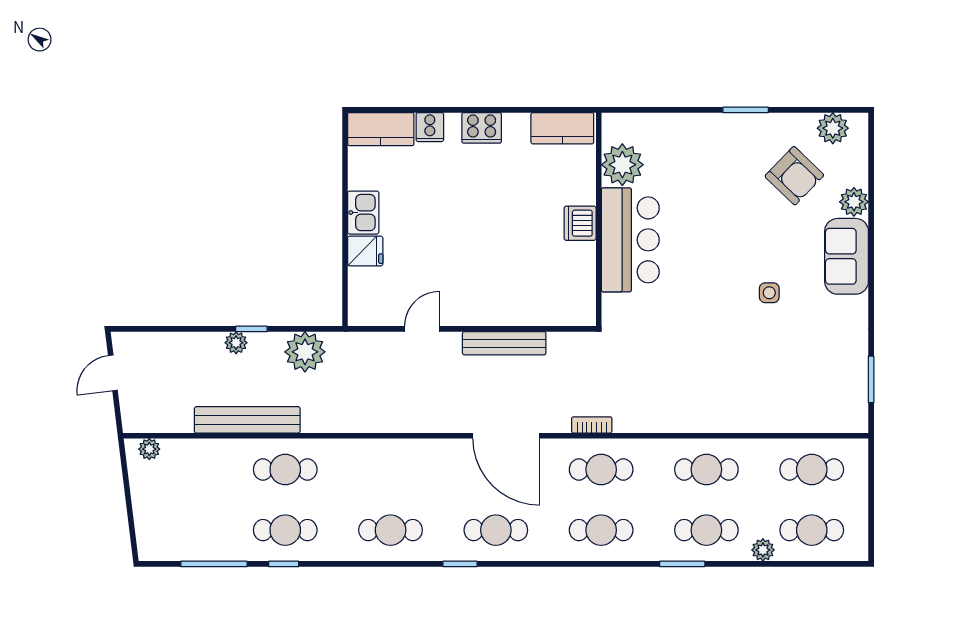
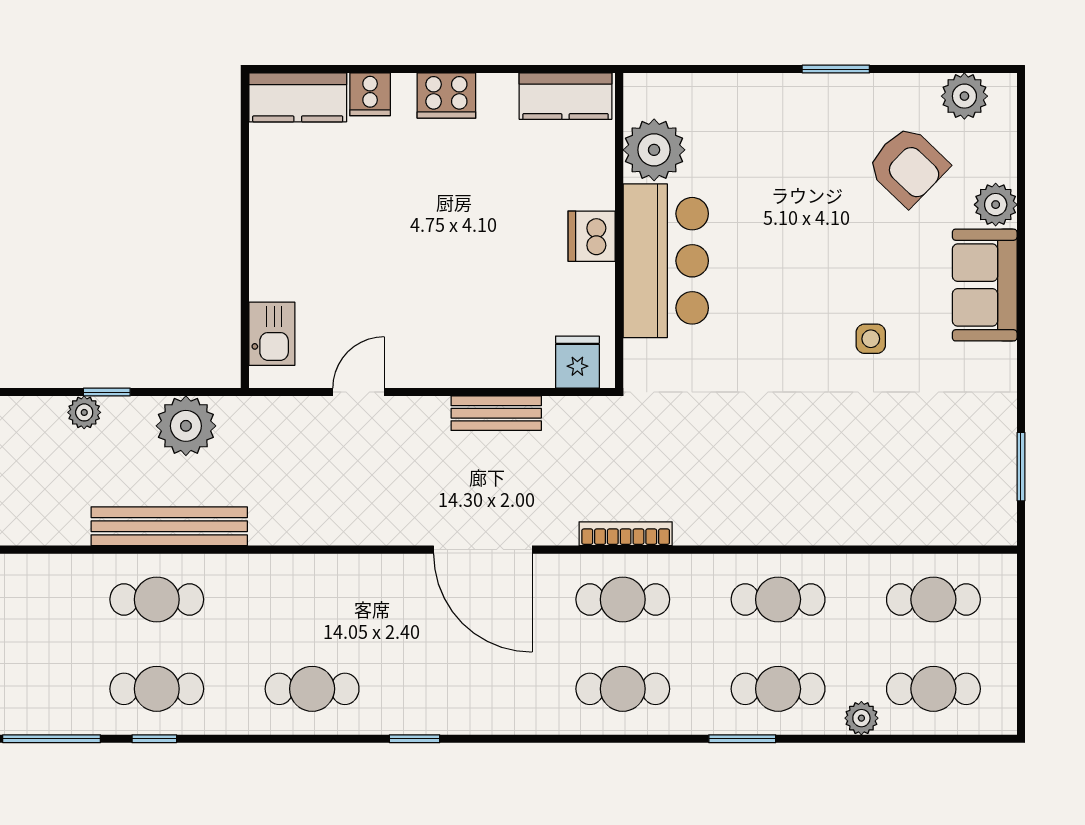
kitchen sink: (363, 213) -> (272, 334), moved
fridge: (365, 251) -> (577, 362), moved, turned -90
bench: (504, 343) -> (496, 413), width x0.73
bench: (247, 420) -> (169, 526), moved
bookcase: (592, 425) -> (626, 534), width x1.56
cafe table: (496, 530) -> (467, 689), removed

